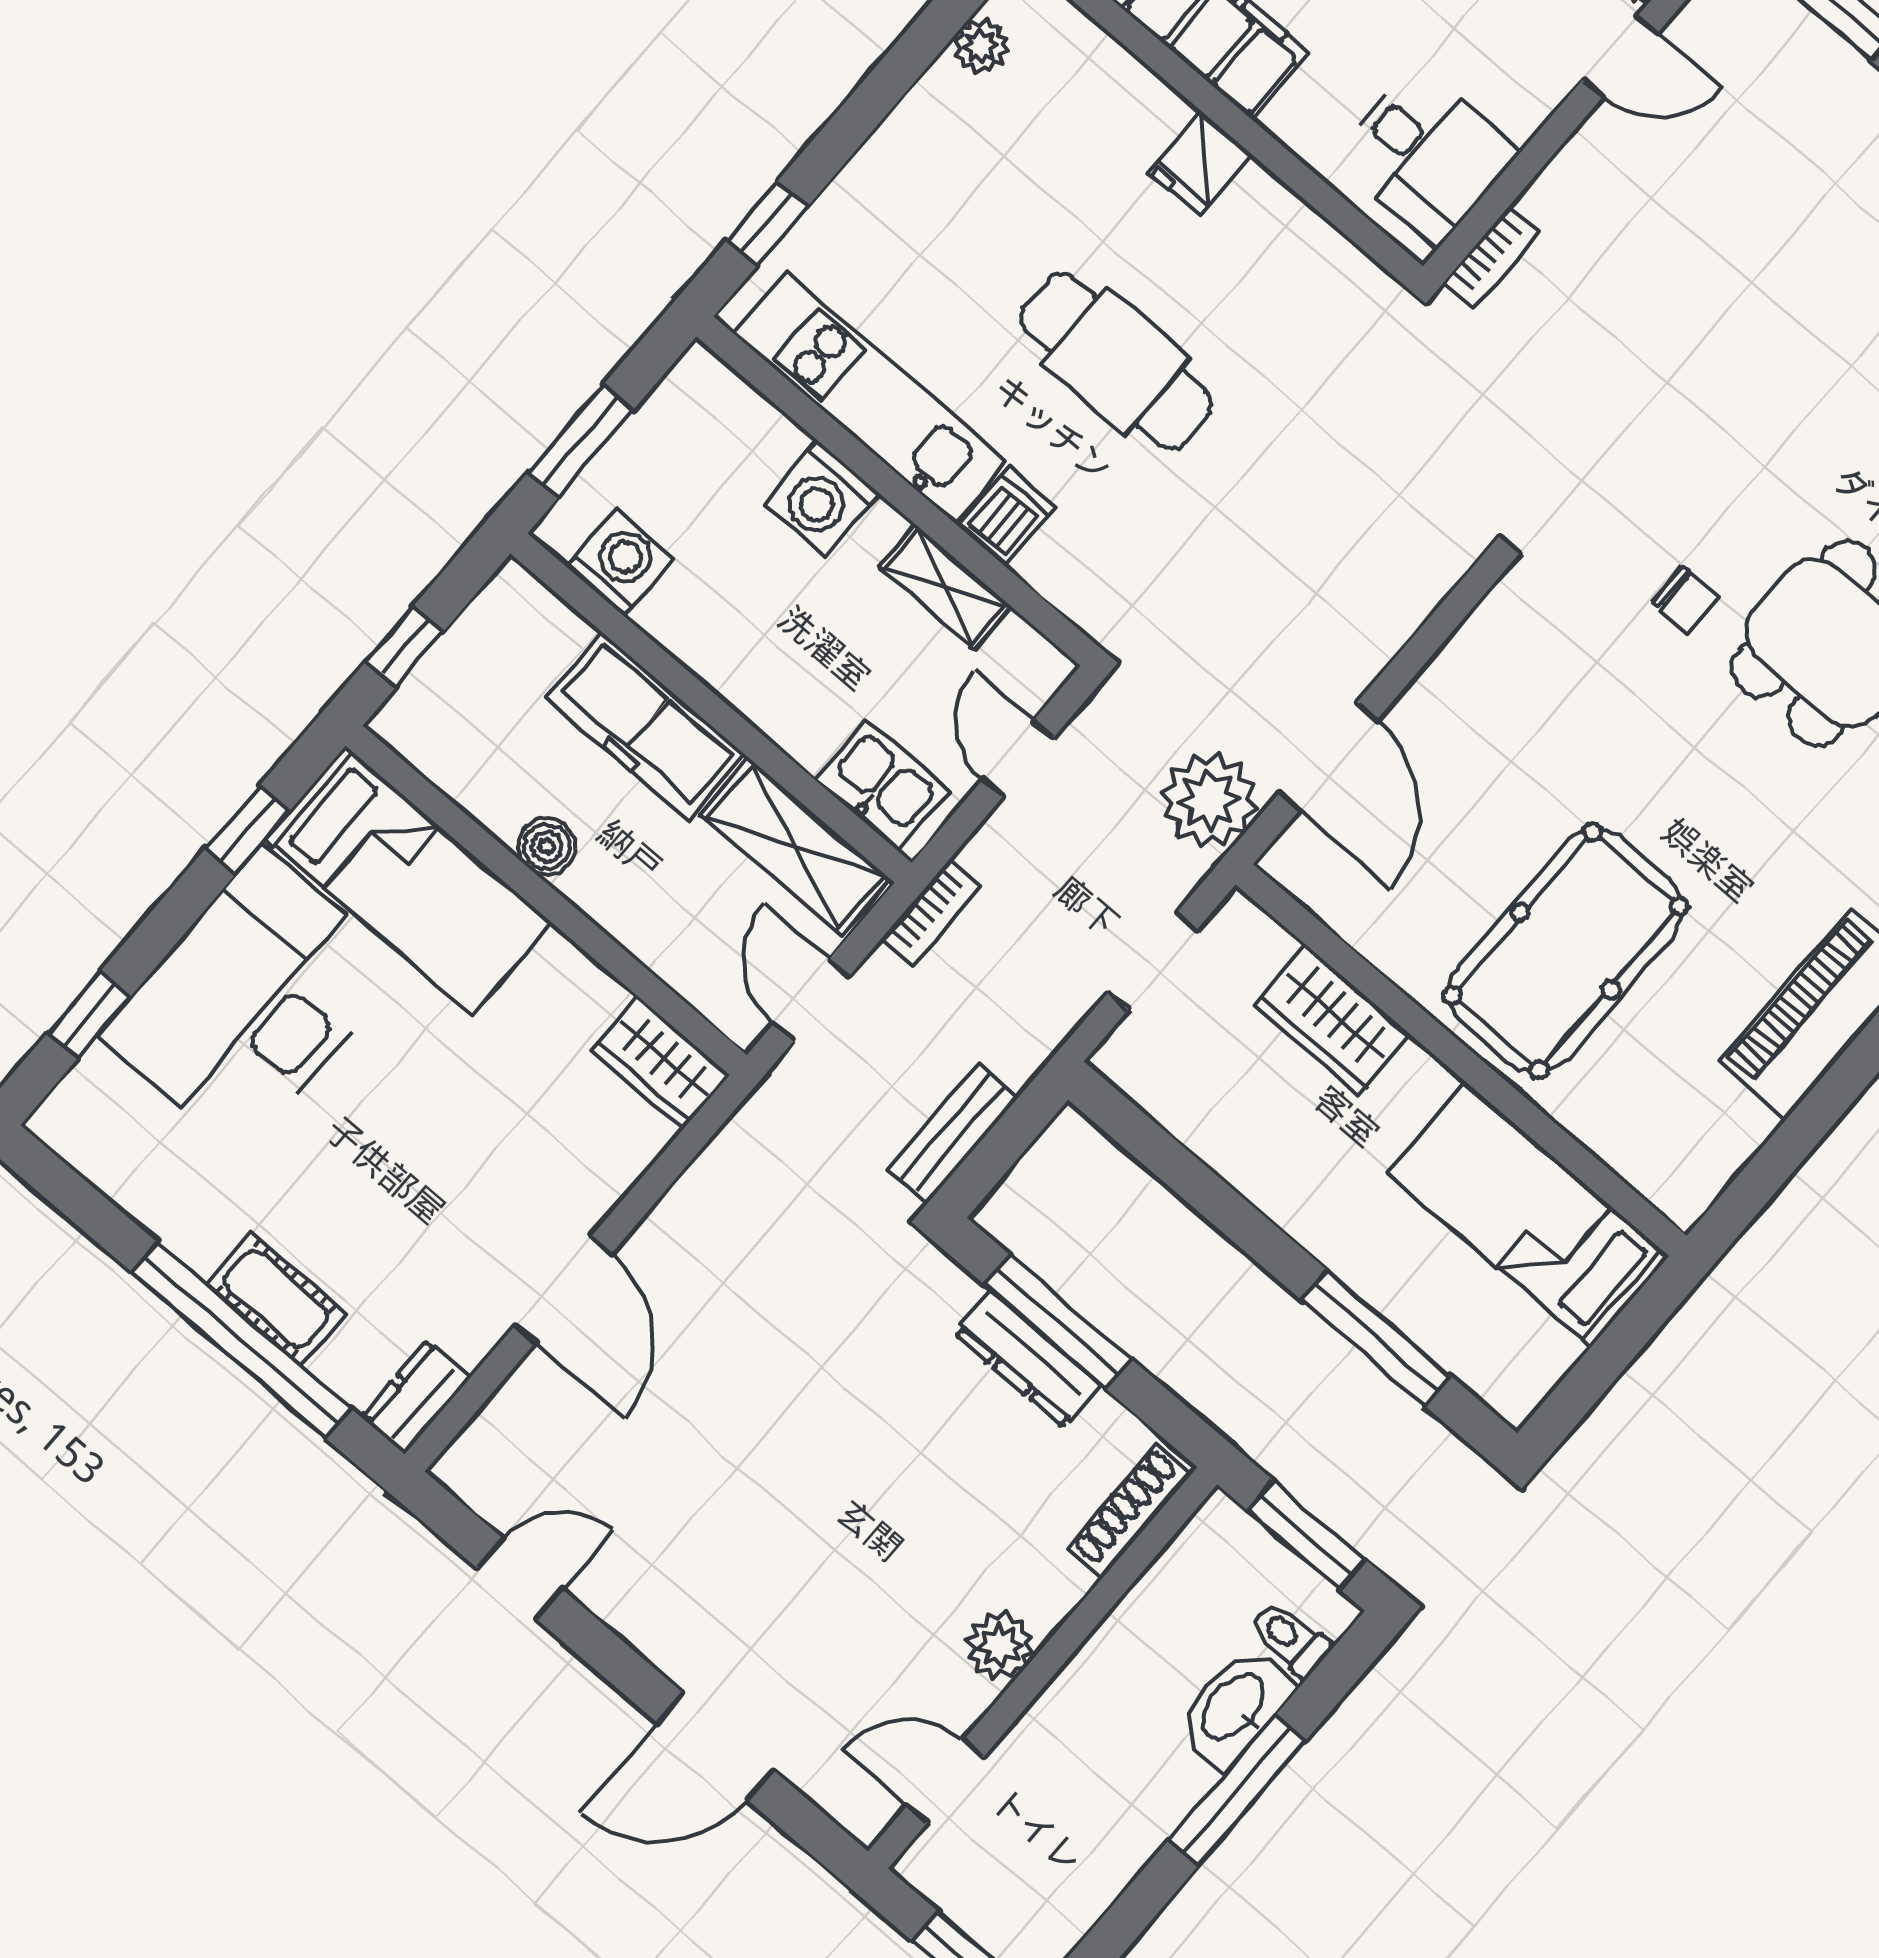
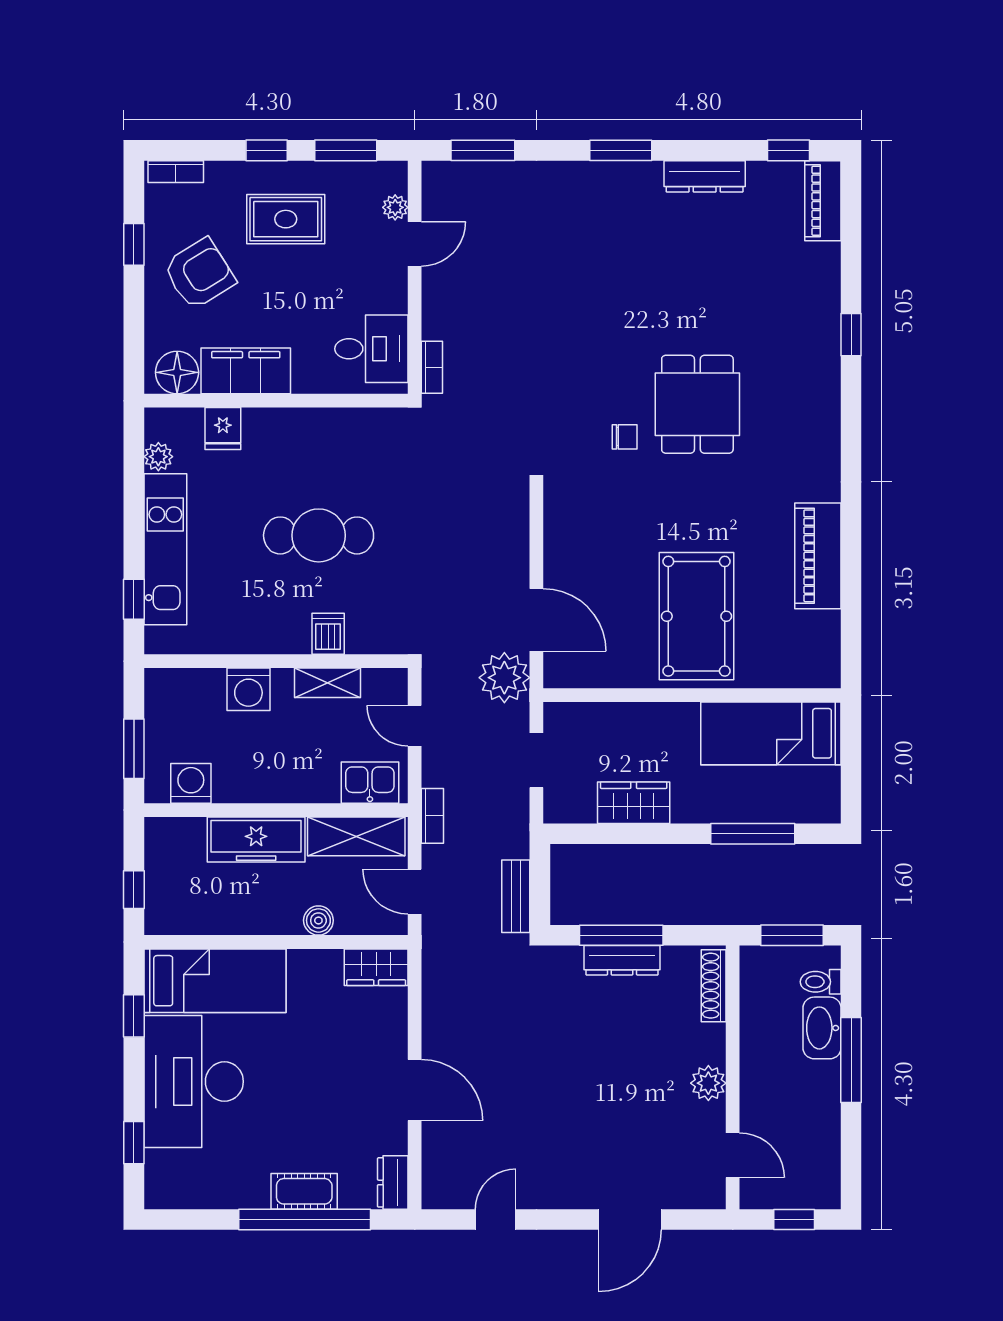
fridge: (1200, 163) -> (223, 429), moved
kitchen unit: (870, 398) -> (165, 549), moved, turned 90
boiler: (547, 846) -> (318, 920), moved
wardrobe: (1332, 1020) -> (634, 803), moved, turned 180
door: (945, 1781) -> (733, 1155), swing flipped

